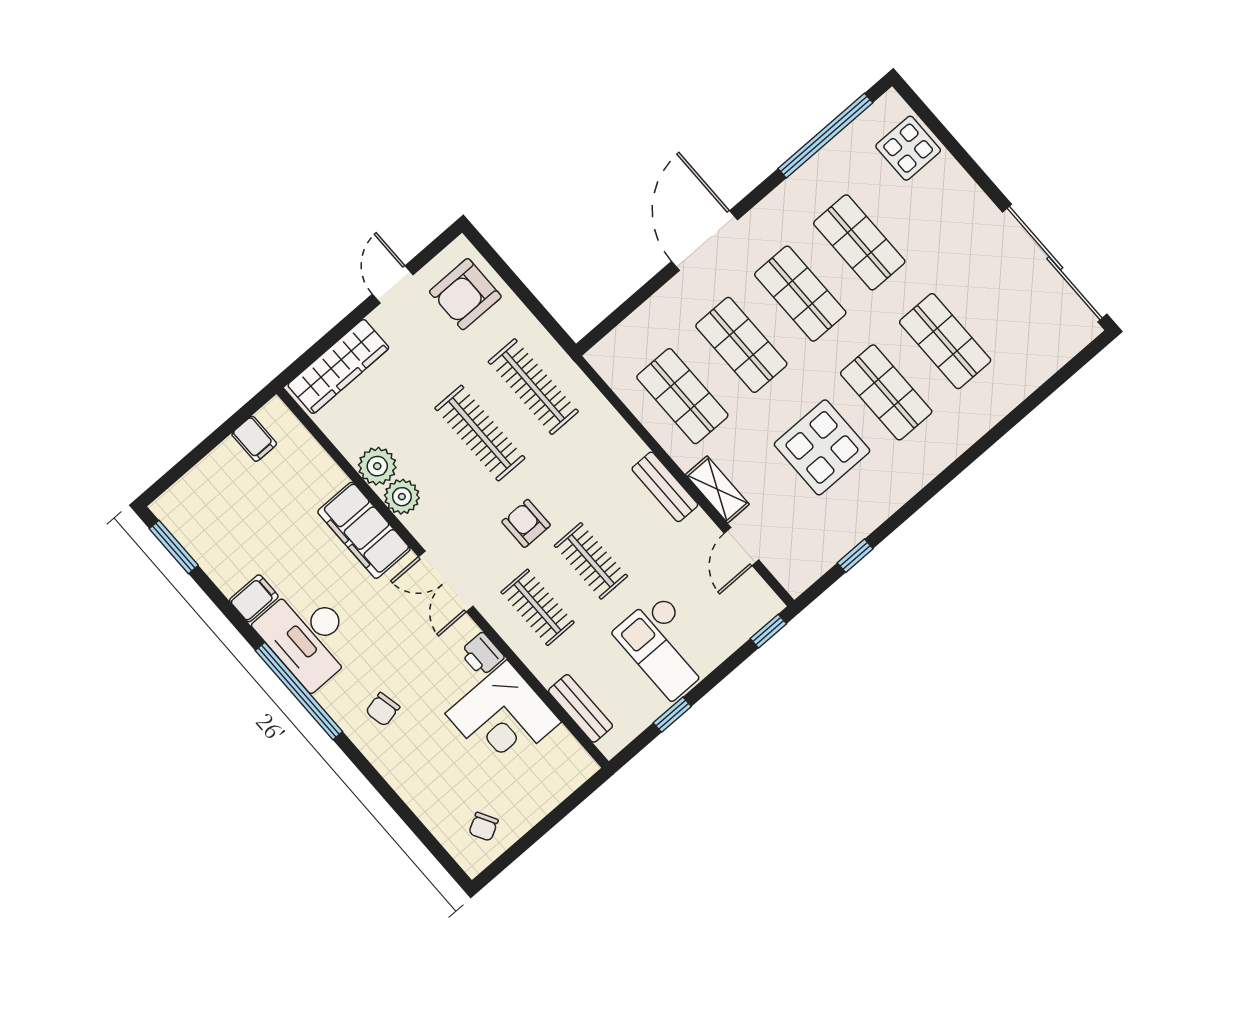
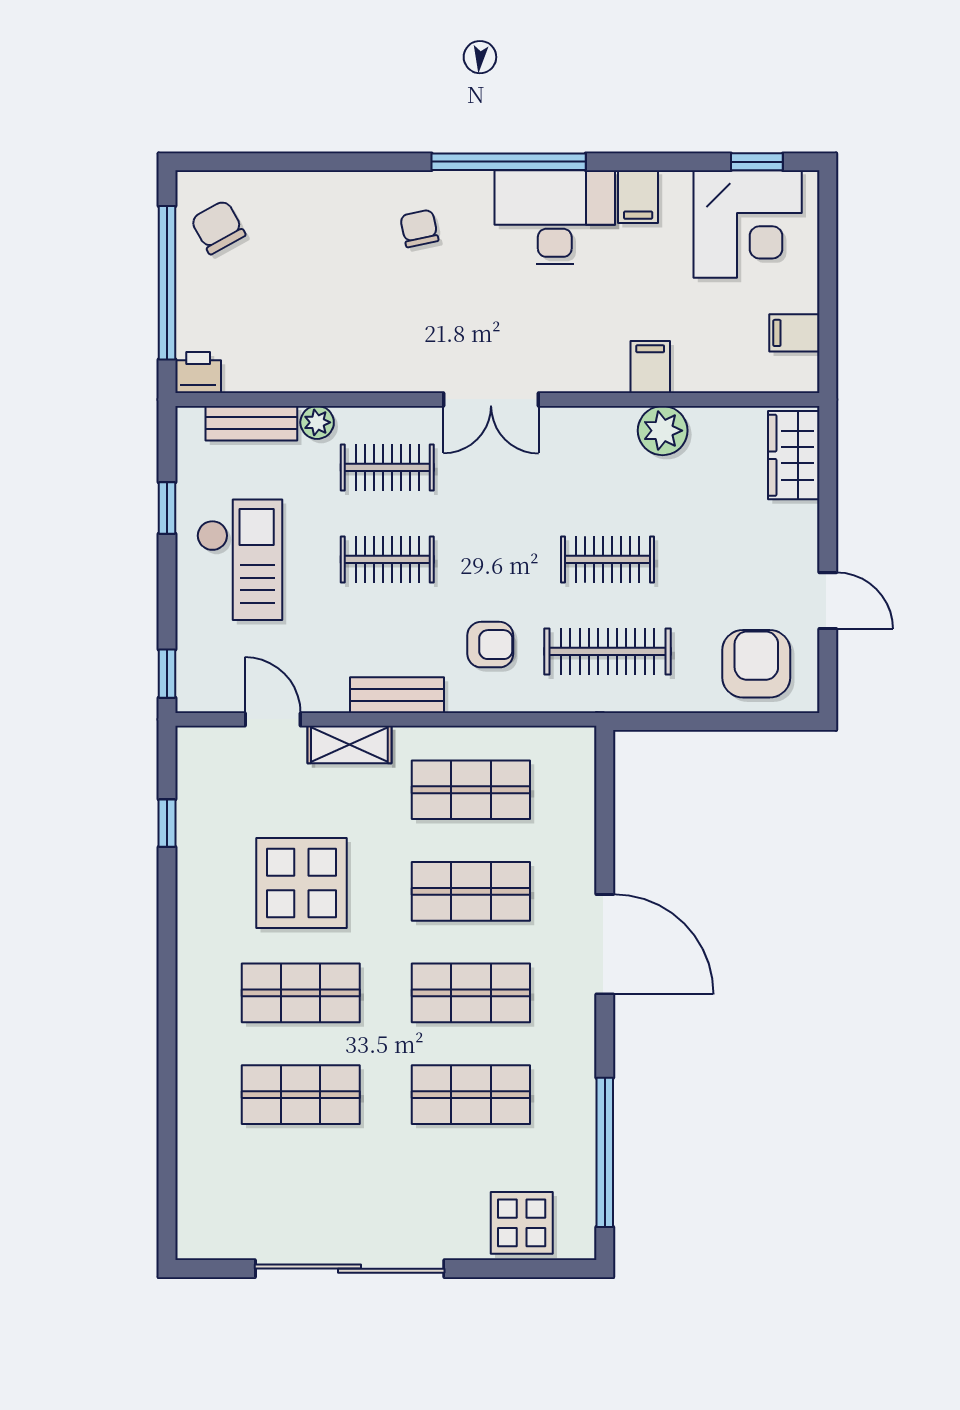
sliding door: (1055, 263) -> (350, 1269), moved
wardrobe: (338, 366) -> (794, 455), width x0.67
clothes rail: (480, 433) -> (608, 559), width x0.73
plant: (402, 497) -> (317, 422), moved, width x0.73, depth x0.73
armchair: (526, 523) -> (490, 645), moved
filing cabinet: (364, 530) -> (650, 367), width x0.33, depth x0.86
window: (174, 547) -> (757, 162), width x0.67
double door: (446, 581) -> (491, 399), swing flipped
checkout: (666, 646) -> (240, 560), turned 90
printer: (482, 655) -> (198, 373), moved
corner desk: (503, 718) -> (748, 224), moved, turned 180
chair: (483, 827) -> (218, 227), width x1.37, depth x1.37
window: (542, 828) -> (167, 283), added

